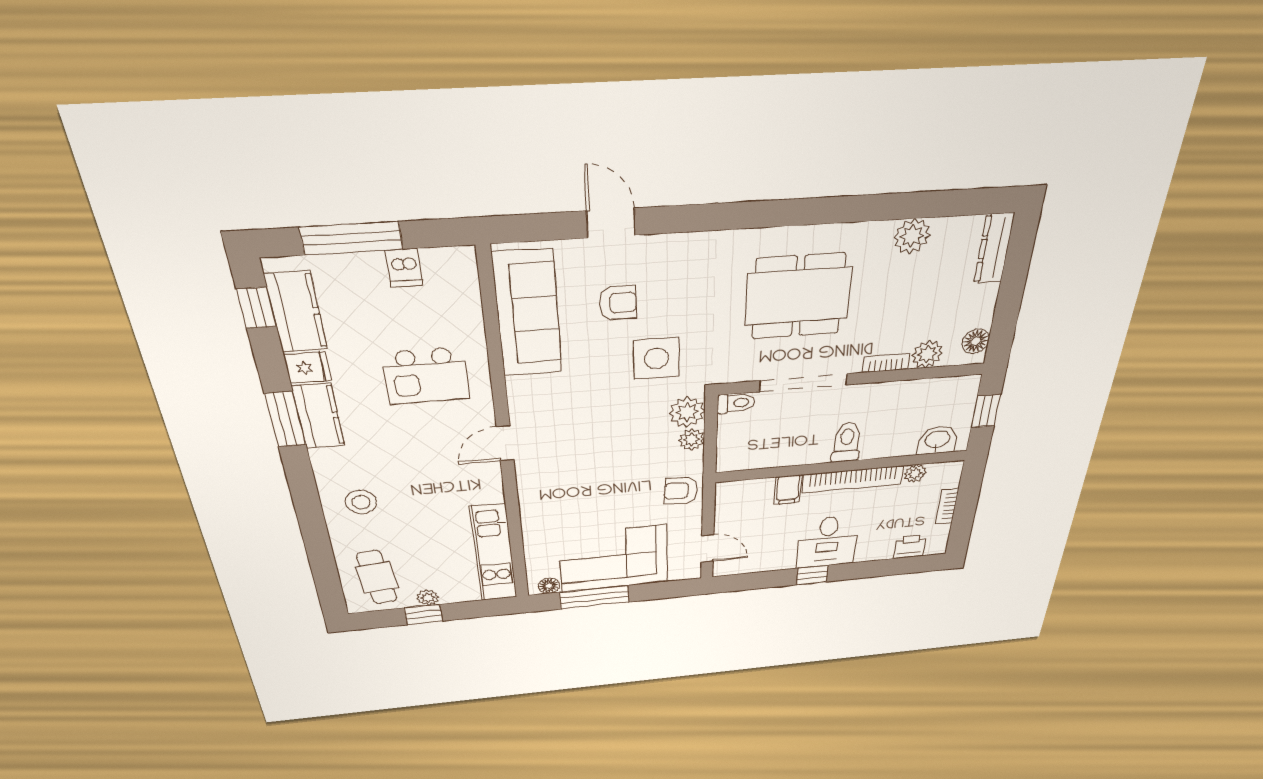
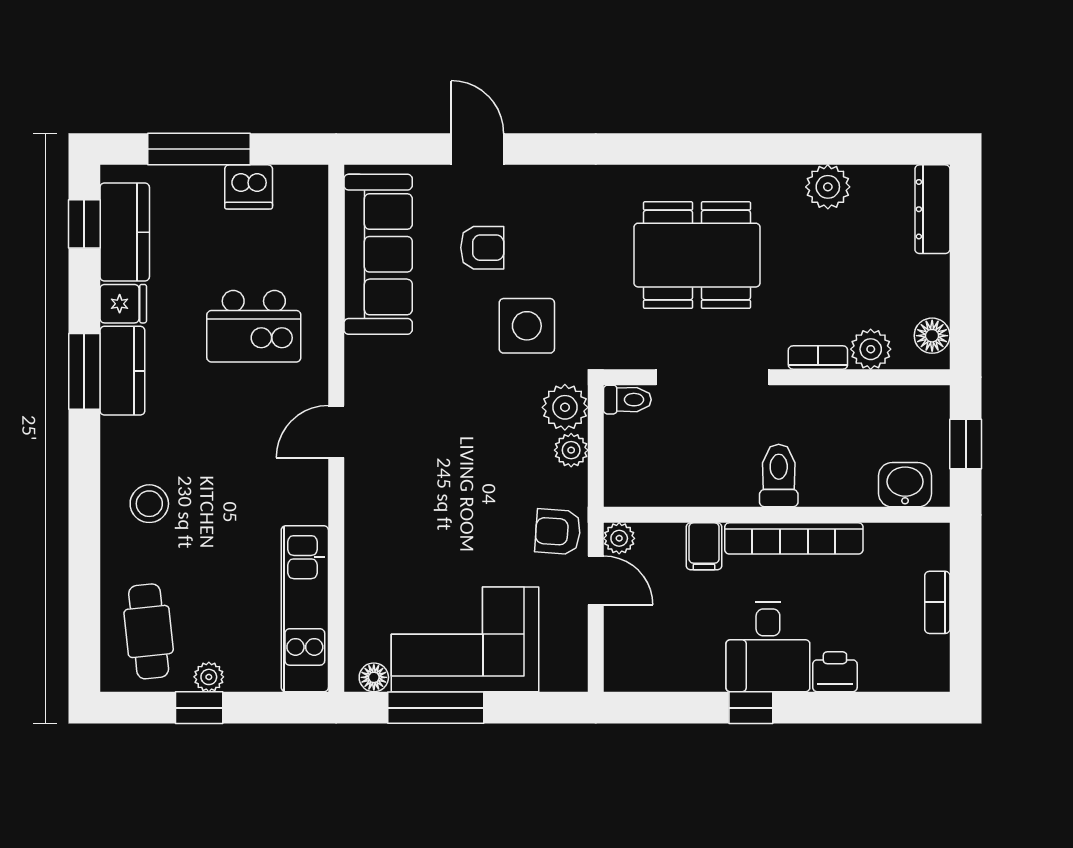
dishwasher: (404, 268) -> (249, 187), width x1.38
plant: (915, 473) -> (619, 538), moved
printer: (910, 547) -> (835, 672), moved
door: (707, 549) -> (596, 580), moved

